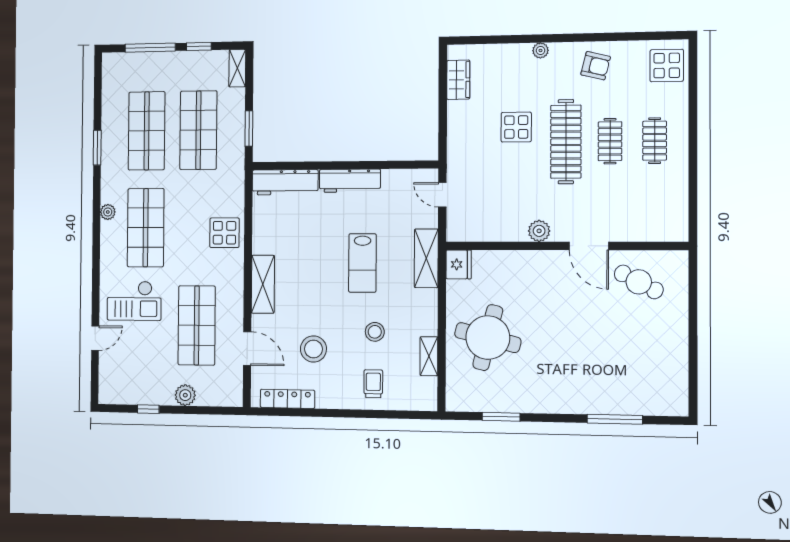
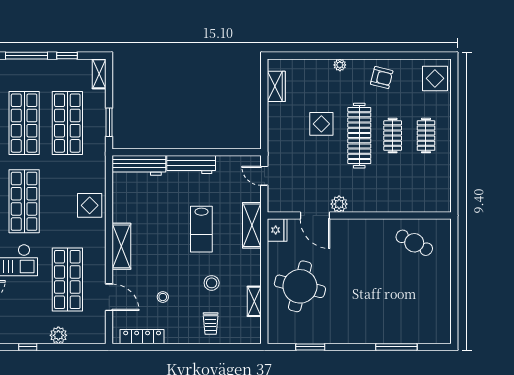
door: (589, 246) -> (315, 216), moved
stool: (313, 349) -> (163, 297), width x0.53, depth x0.53
trolley: (373, 384) -> (211, 323), turned 180

